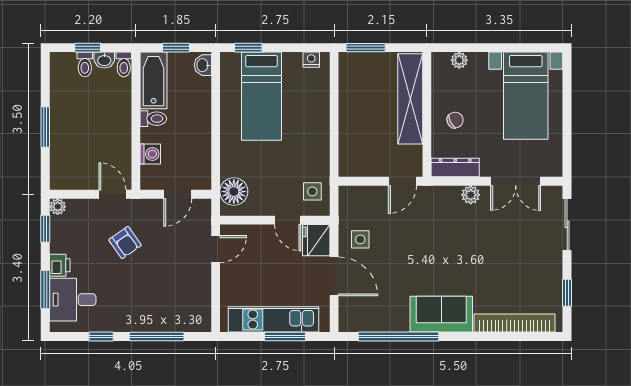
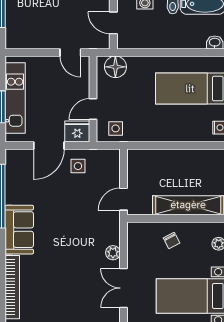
dresser: (455, 168) -> (134, 241), removed
door: (402, 181) -> (124, 199), hinge flipped

